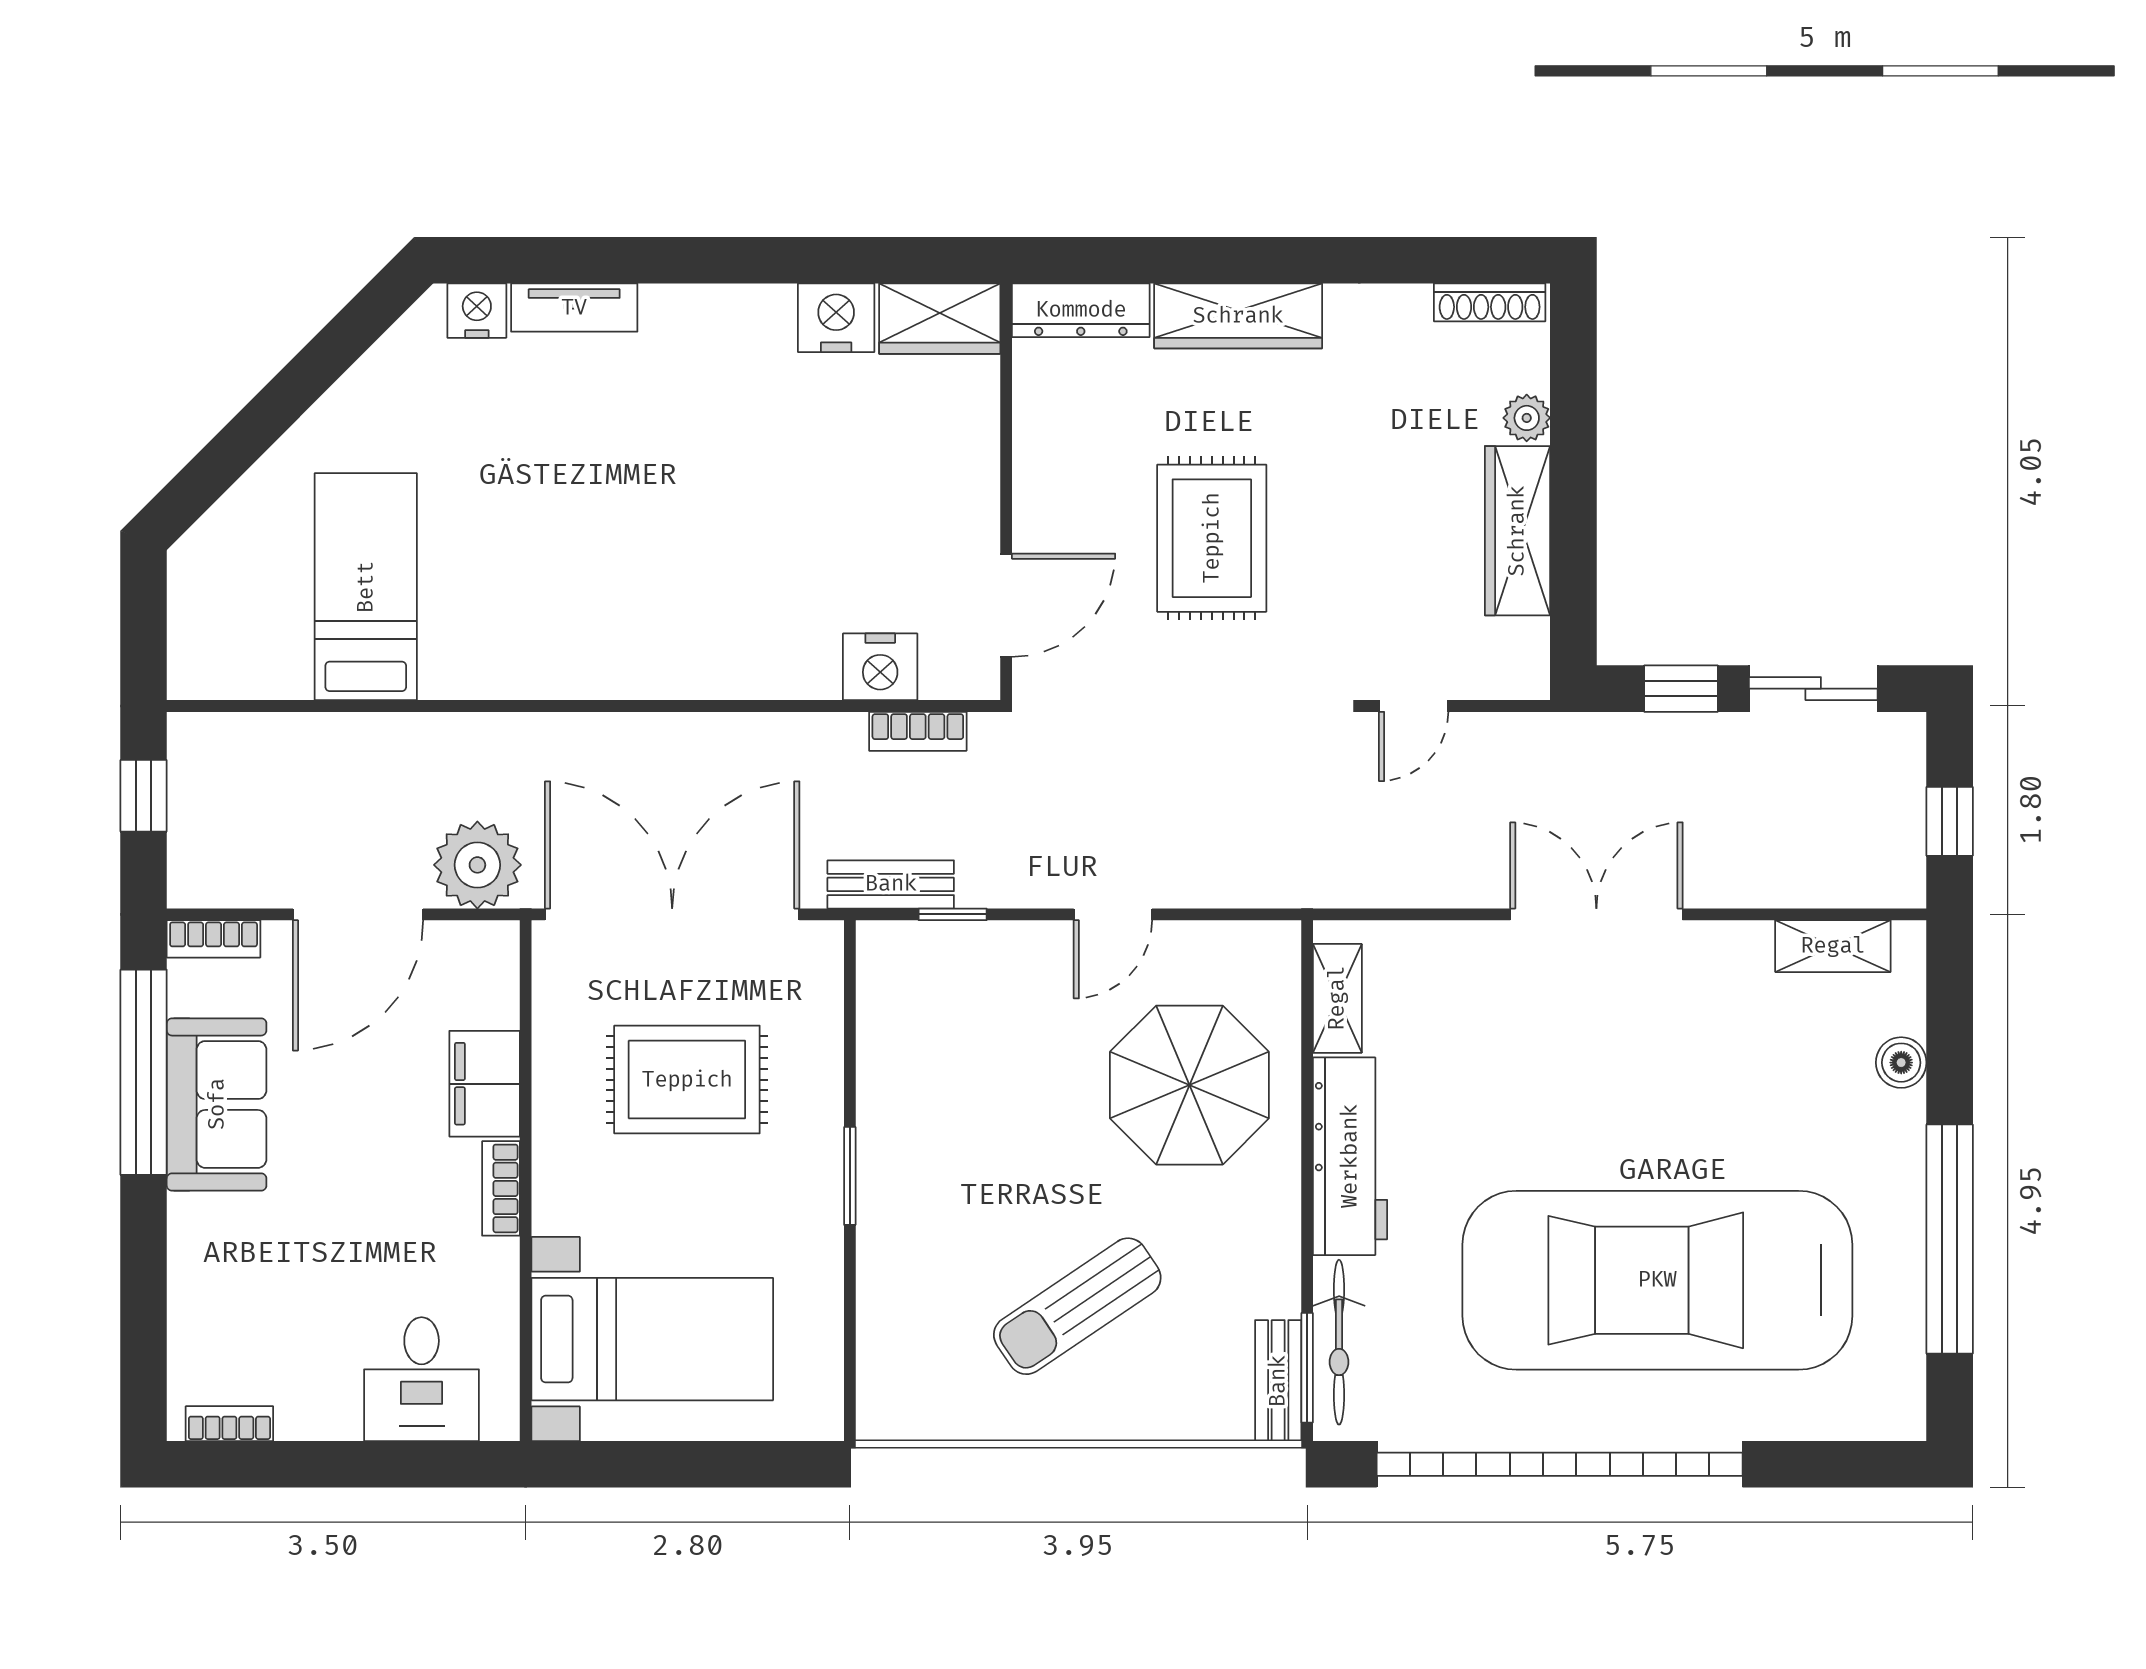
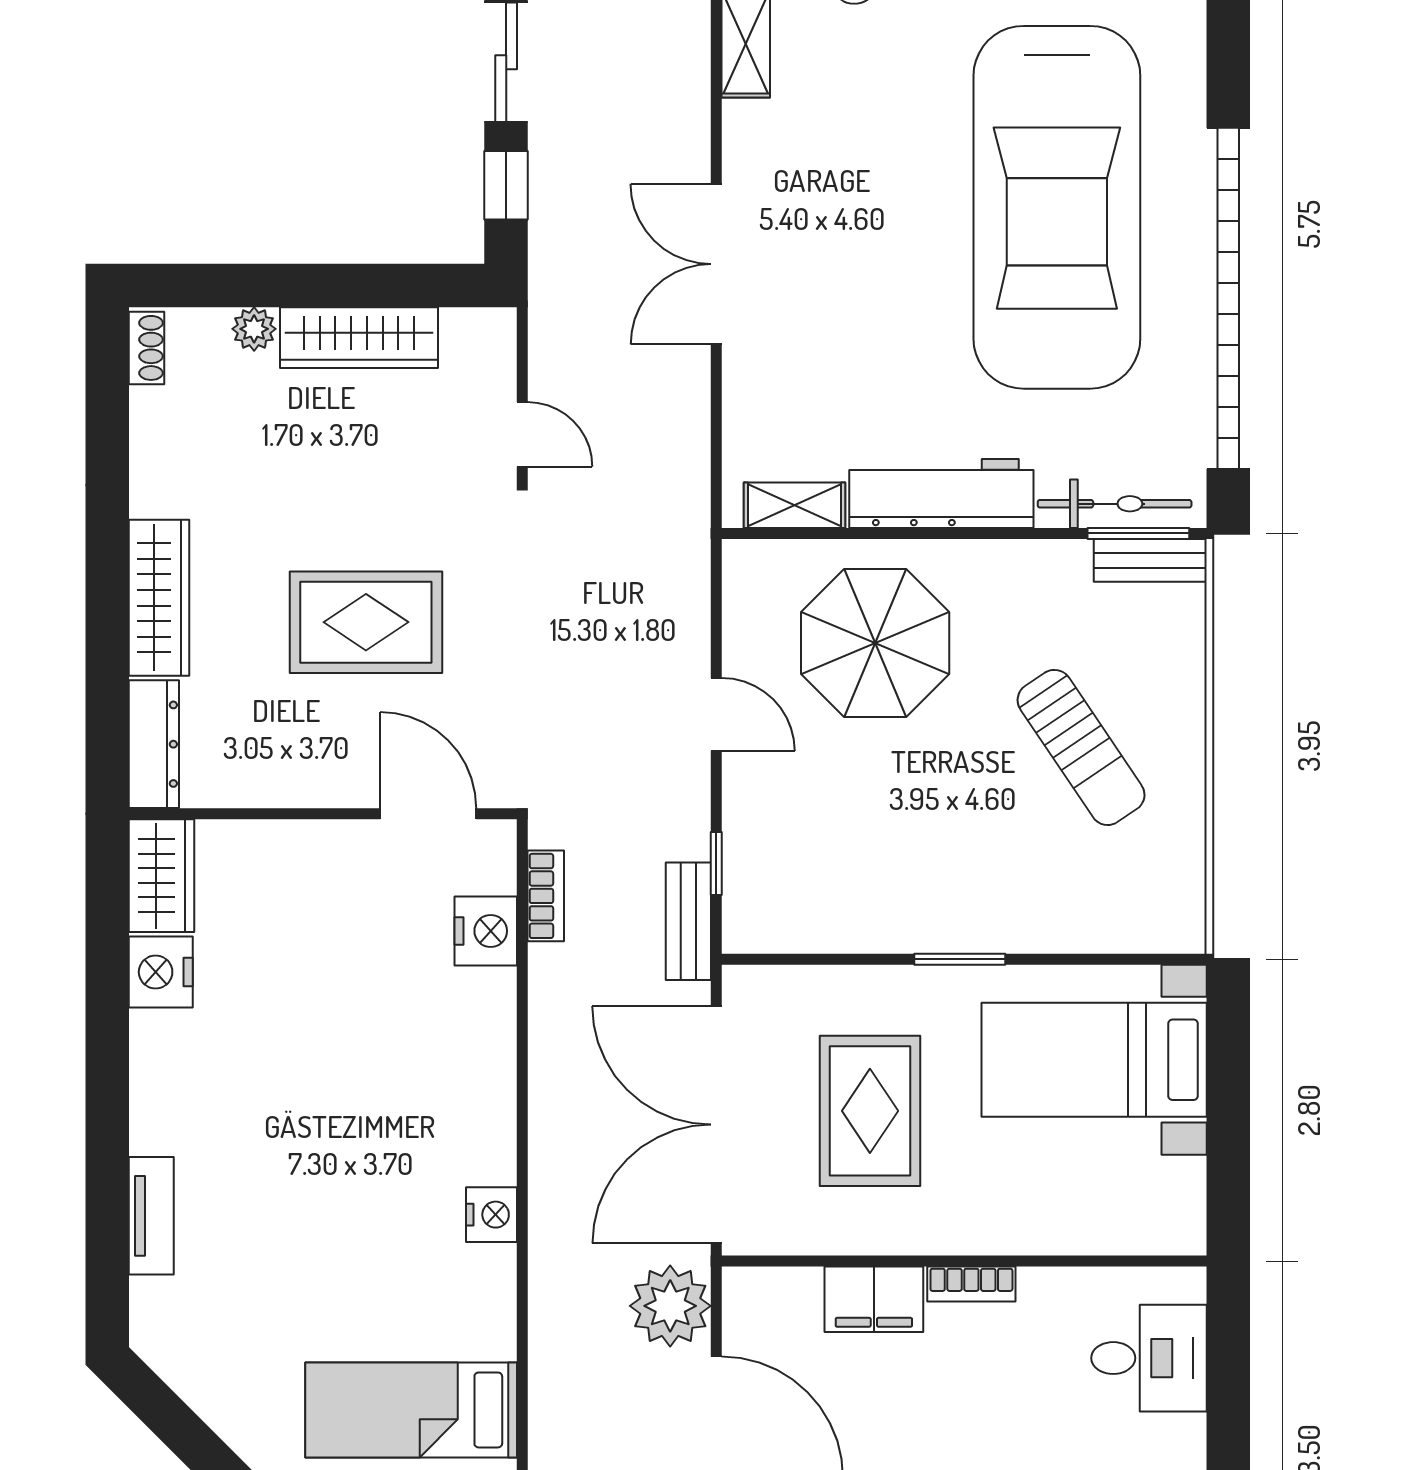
shoe rack: (1490, 302) -> (146, 348), width x0.70
nightstand: (477, 311) -> (492, 1215), moved, turned 180
bed with nightstands: (652, 1339) -> (1094, 1060), moved, turned -90

